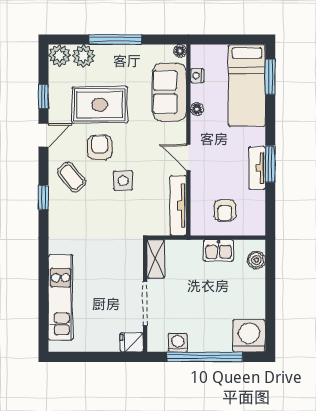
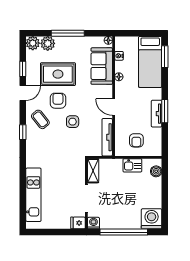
washing machine: (178, 343) -> (93, 223), moved

